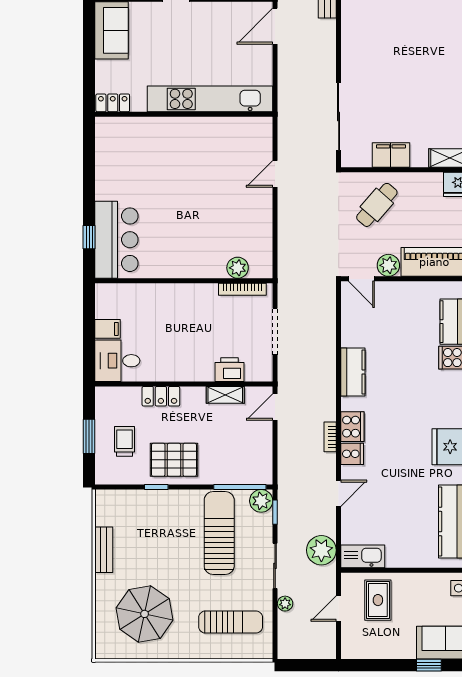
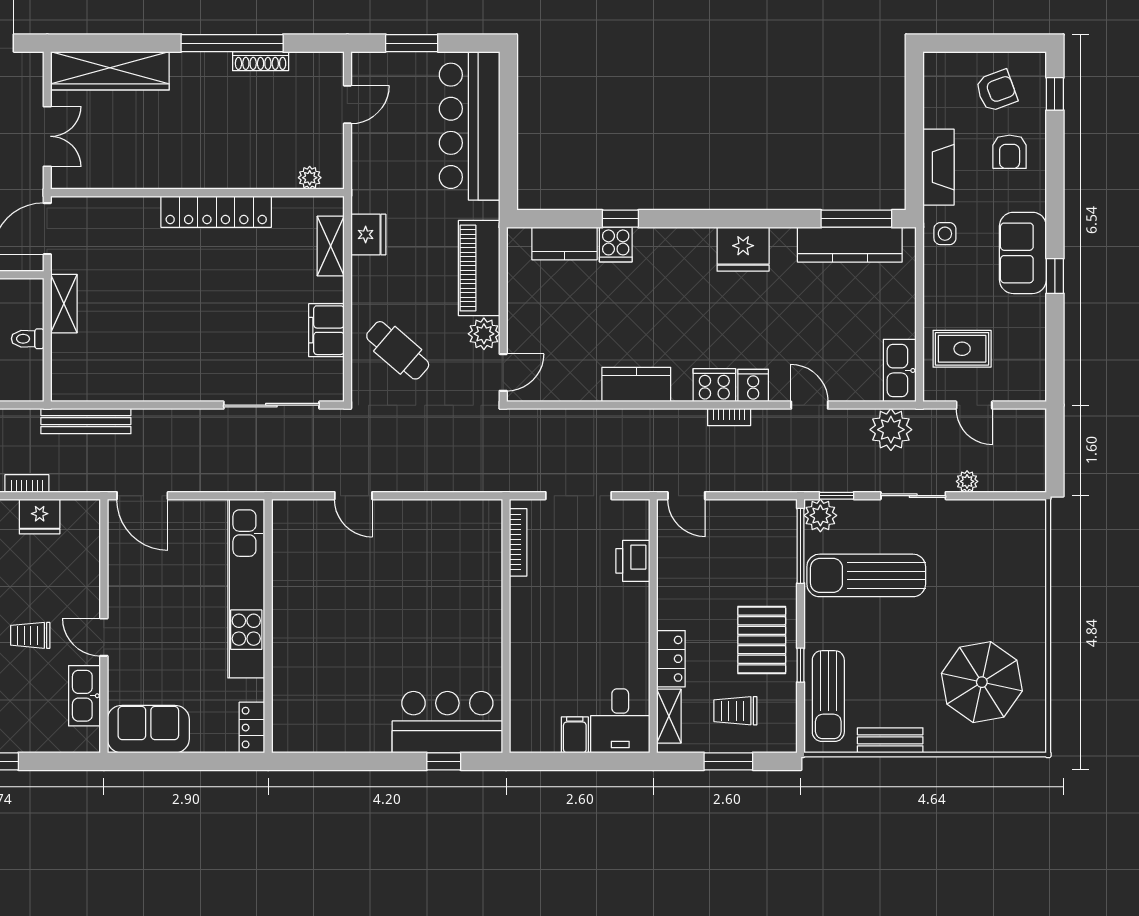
plant: (238, 268) -> (487, 549), removed
shelving: (225, 395) -> (669, 716), moved
sun lounger: (231, 622) -> (828, 696), moved, turned 180

